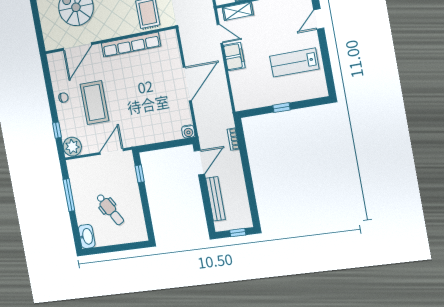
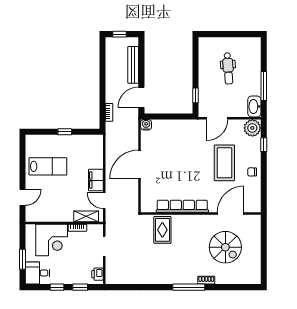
dental chair: (110, 209) -> (228, 68), turned -153
washbasin: (87, 236) -> (254, 106), moved

